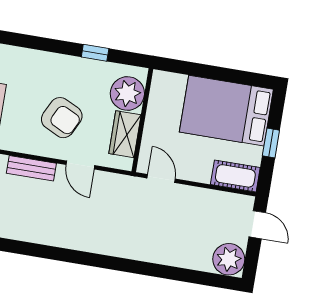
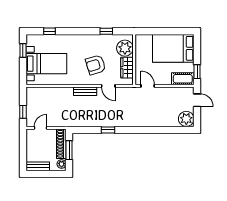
armchair: (62, 118) -> (96, 65), turned 137
window: (271, 143) -> (197, 72), moved
window: (65, 255) -> (108, 130), added

